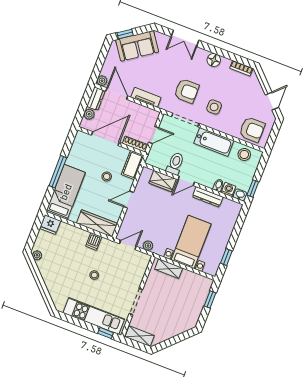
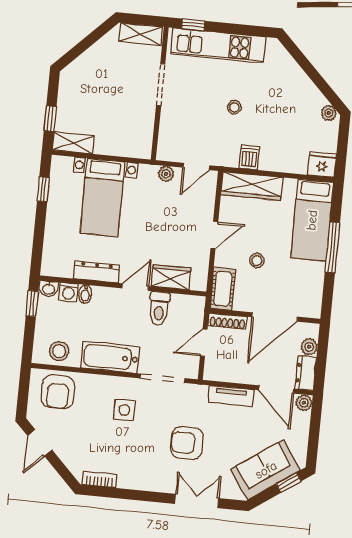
floor lamp: (214, 60) -> (144, 480), removed
armchair: (187, 91) -> (187, 443), moved
armchair: (252, 130) -> (58, 392), turned -90
shelving: (169, 269) -> (73, 143), moved

